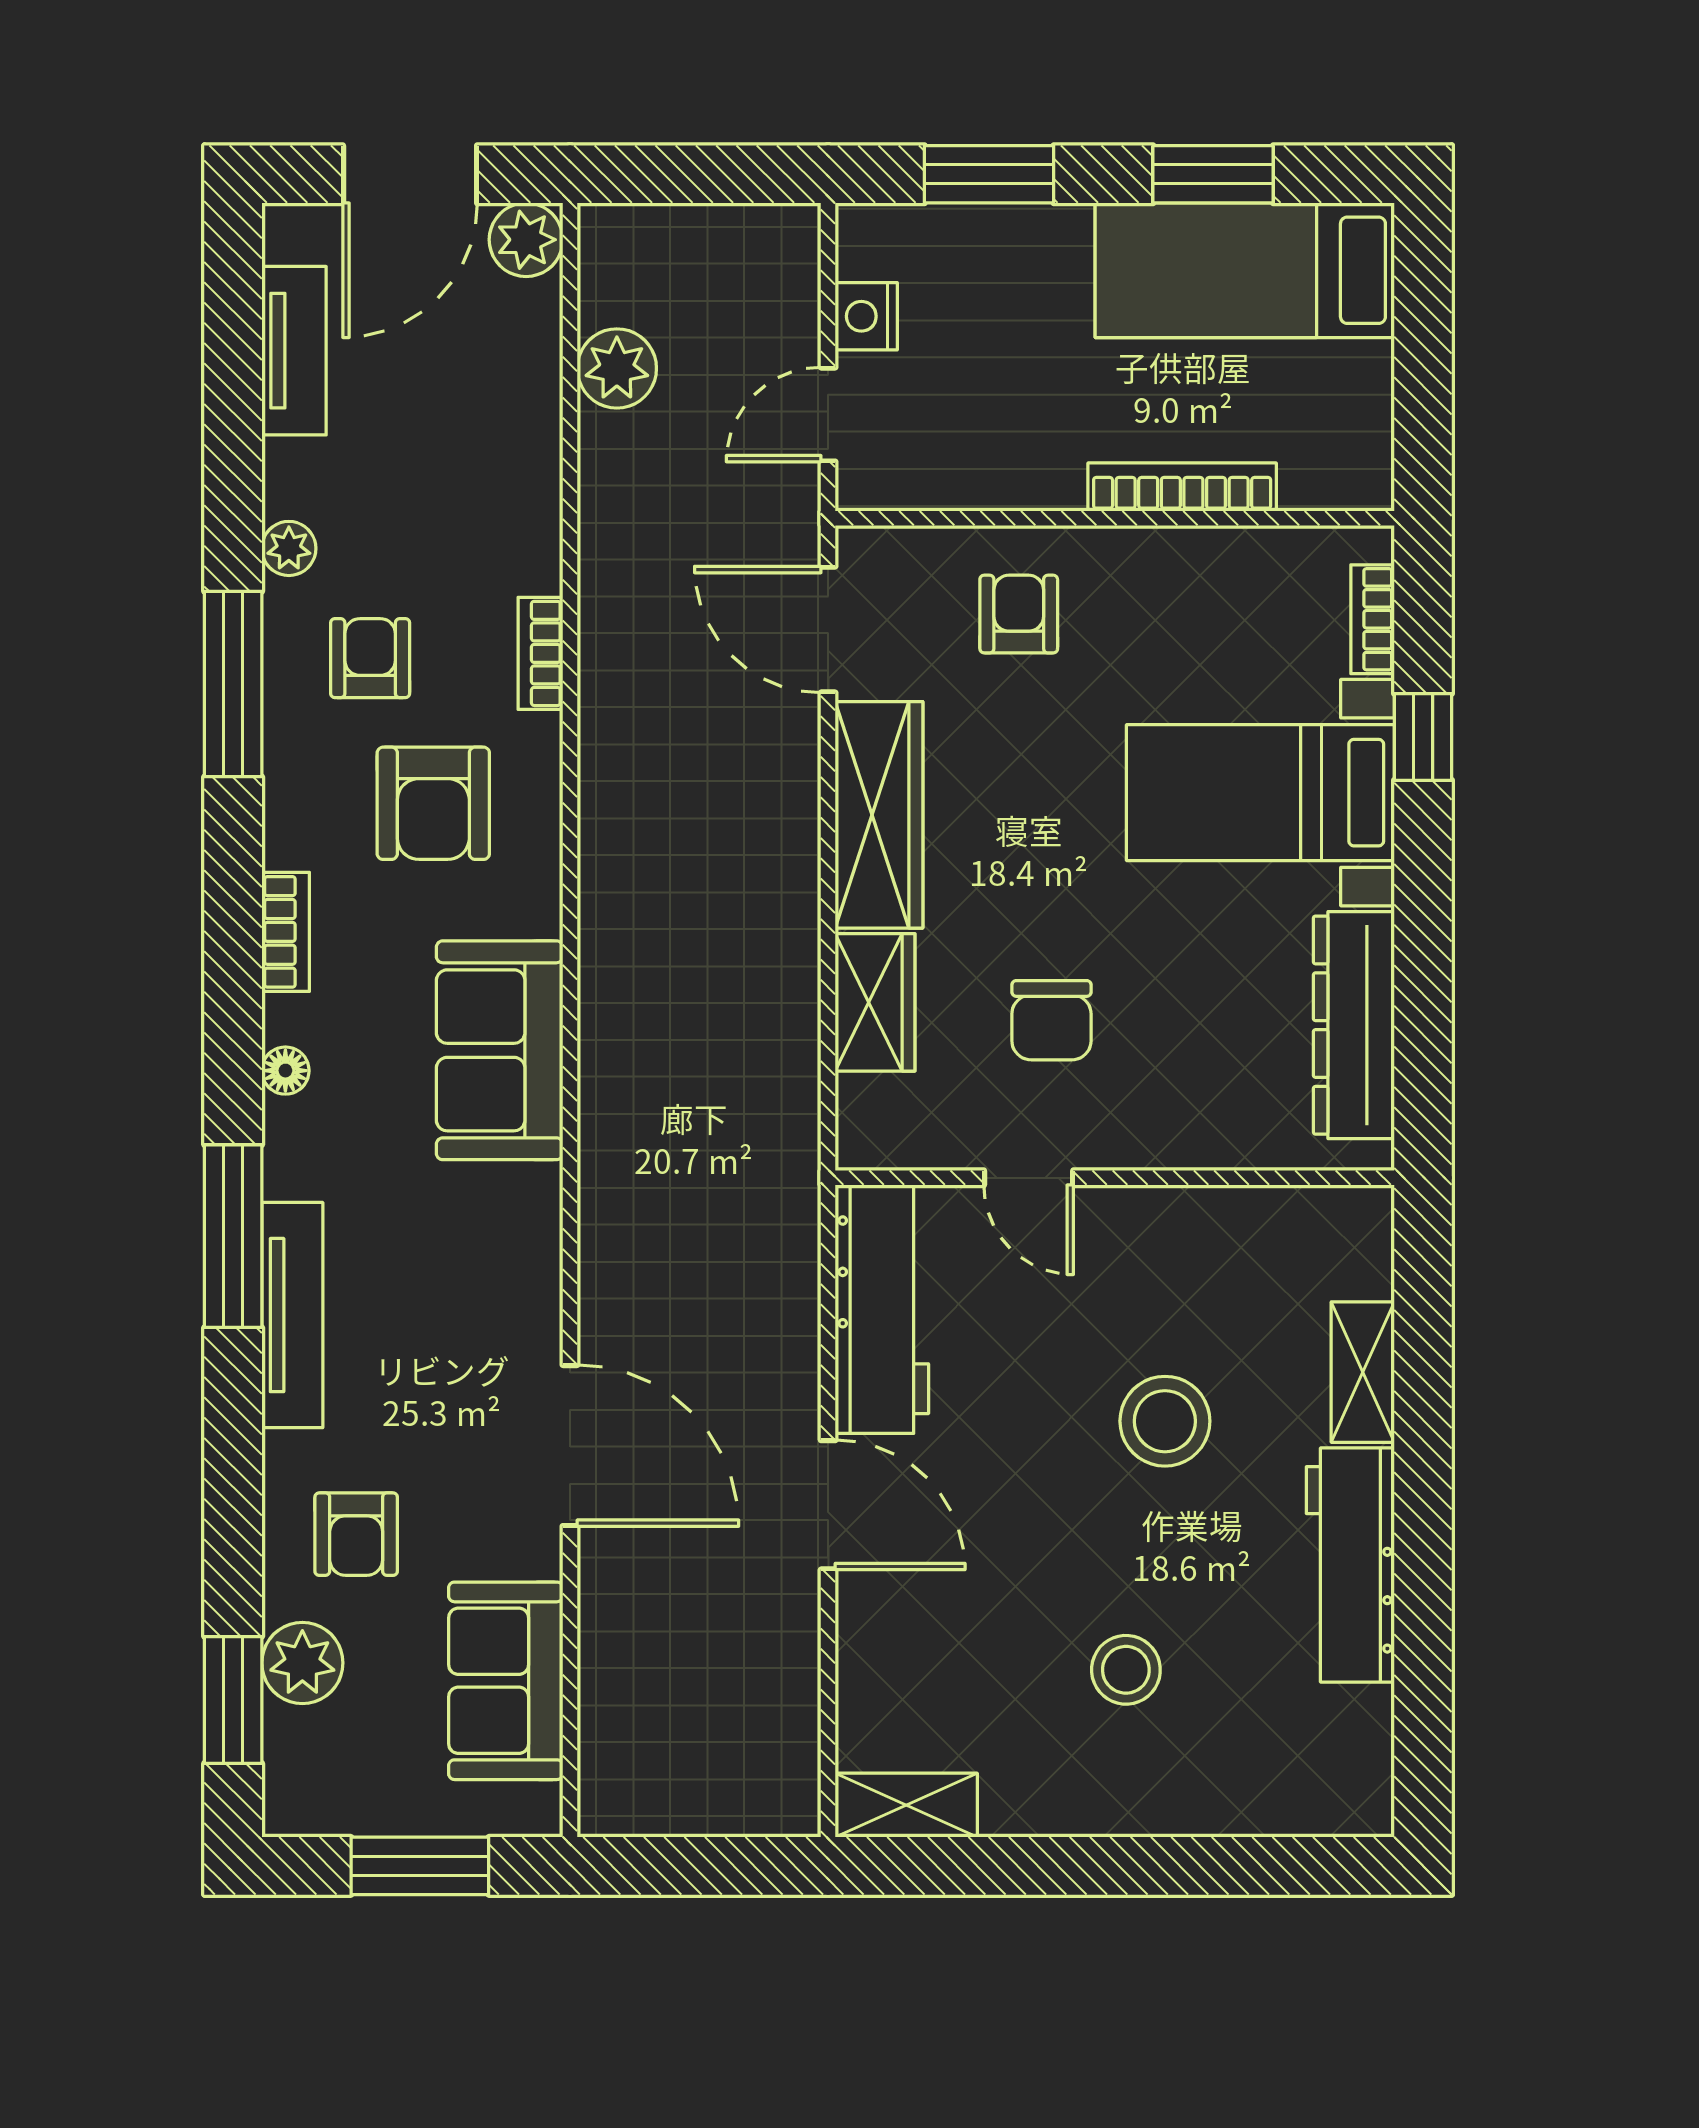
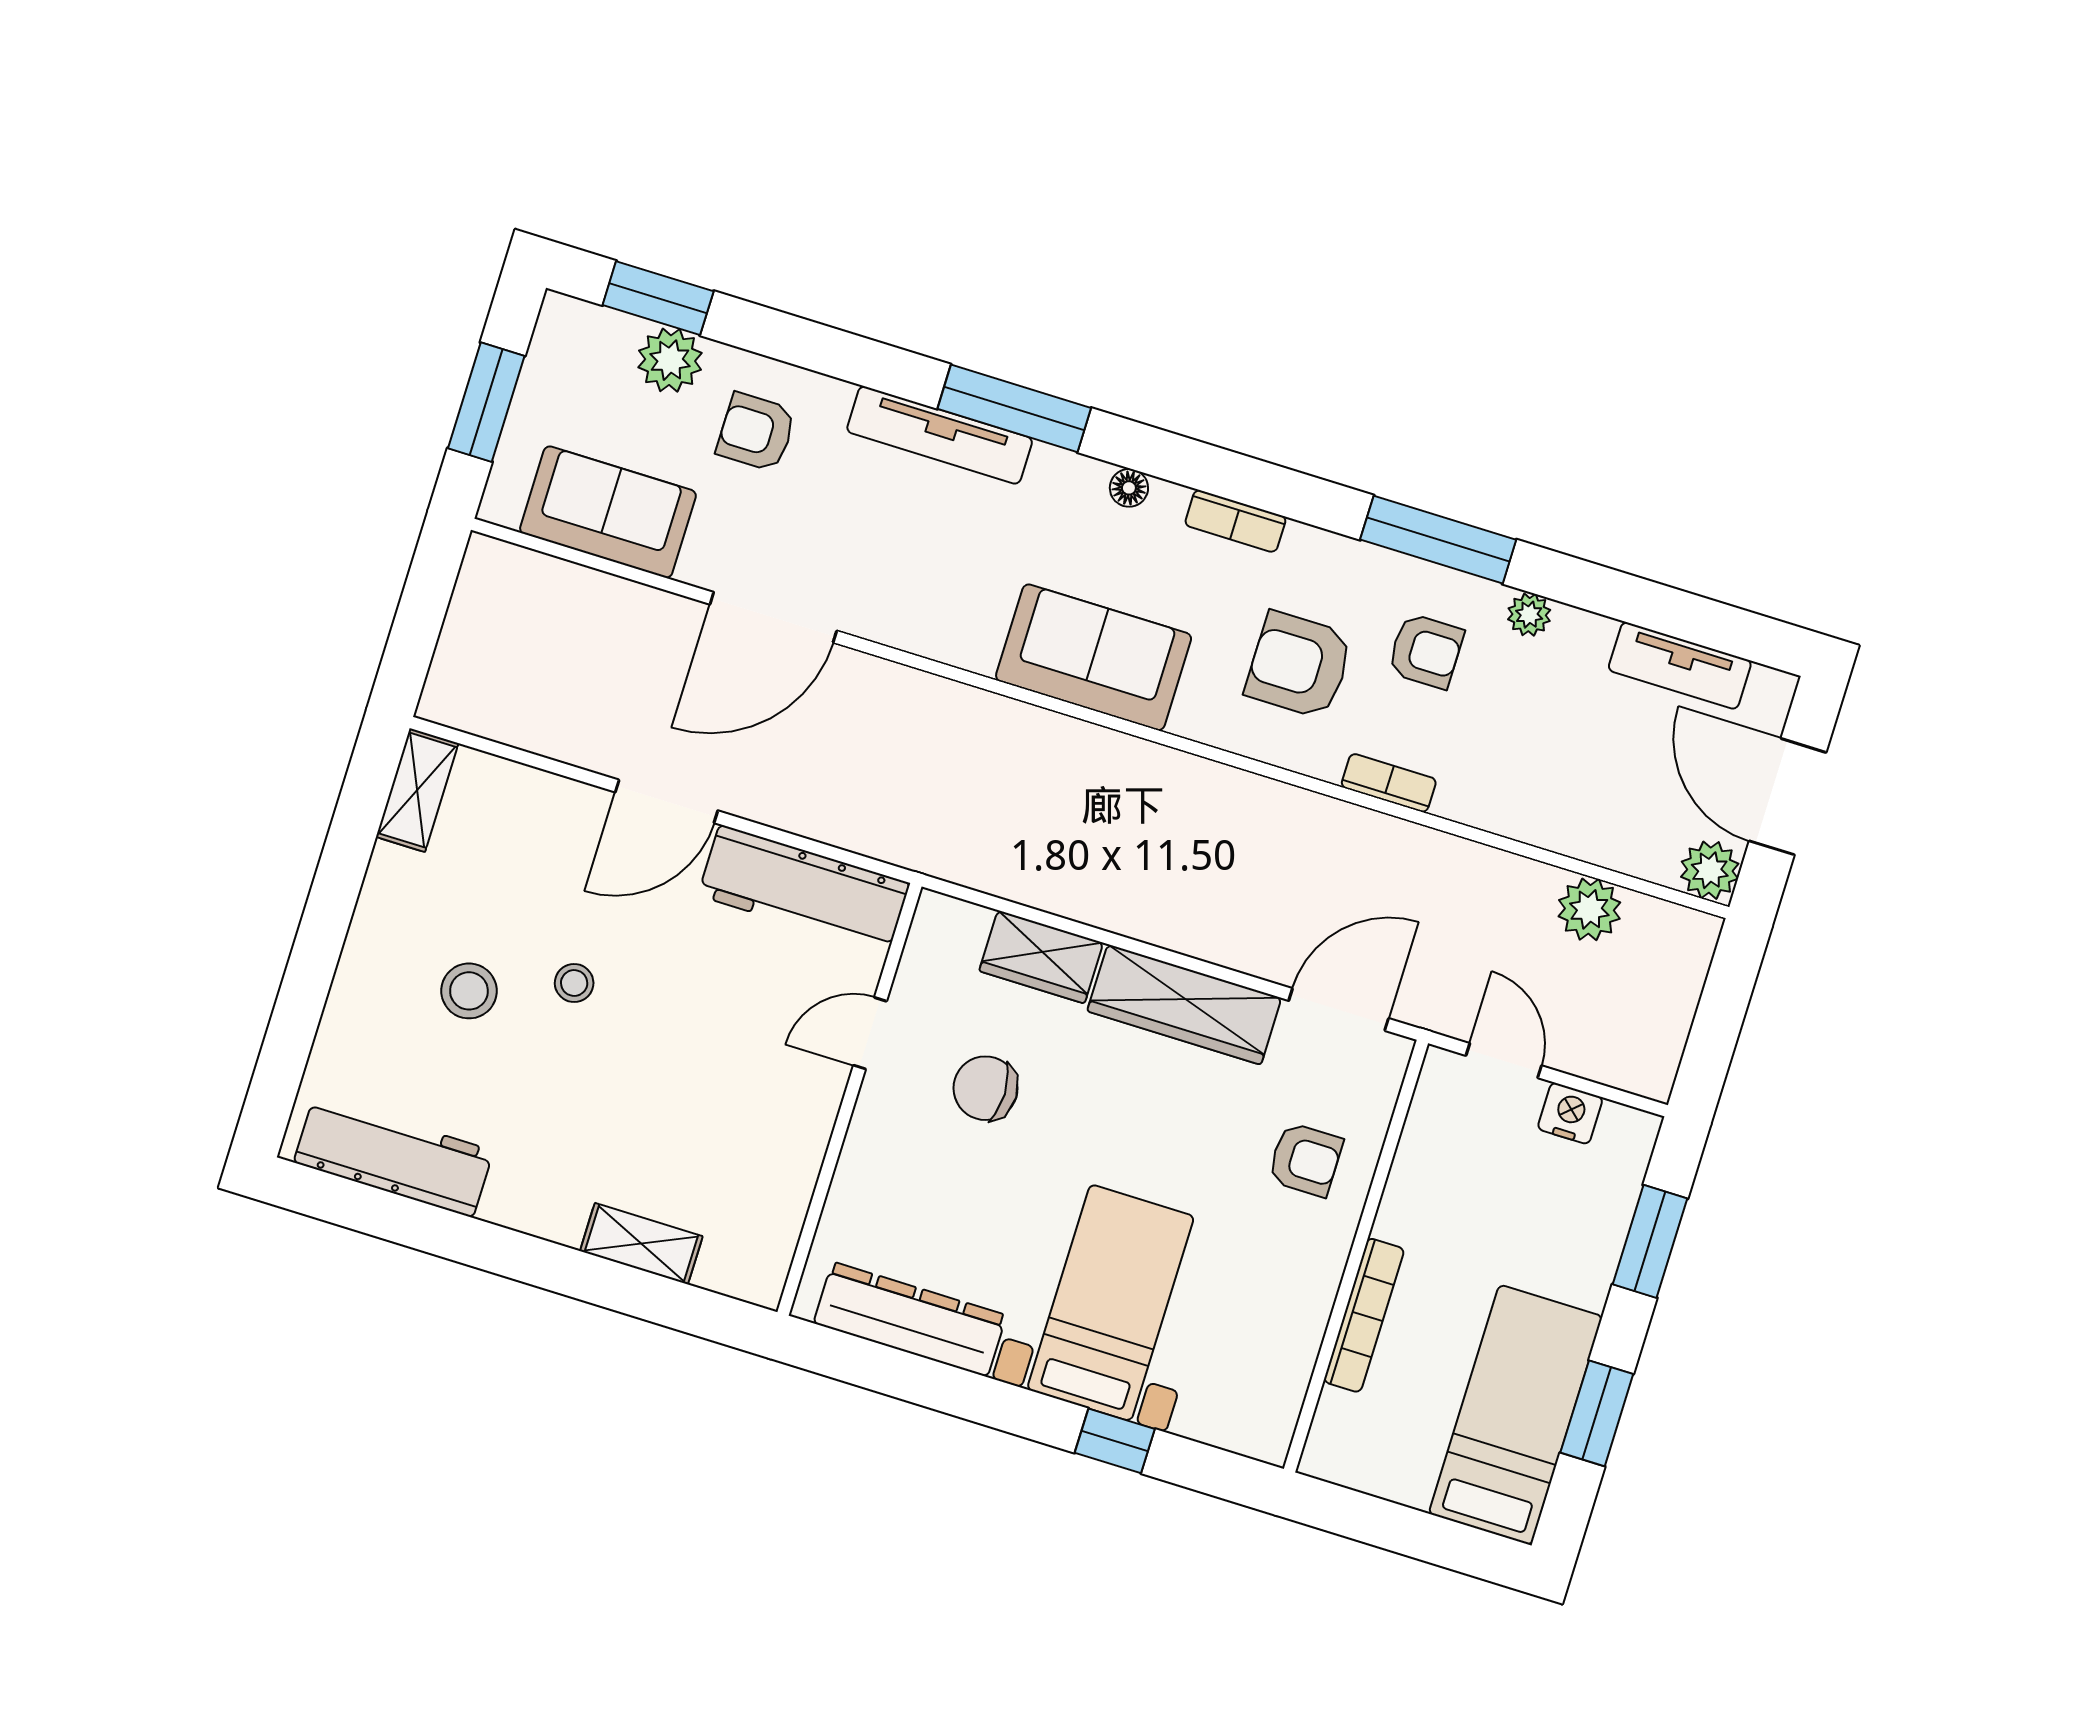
bookcase: (1373, 619) -> (1217, 1430), removed
stool: (1165, 1421) -> (574, 983), moved, width x0.53, depth x0.53
workbench: (1350, 1565) -> (394, 1156), moved

